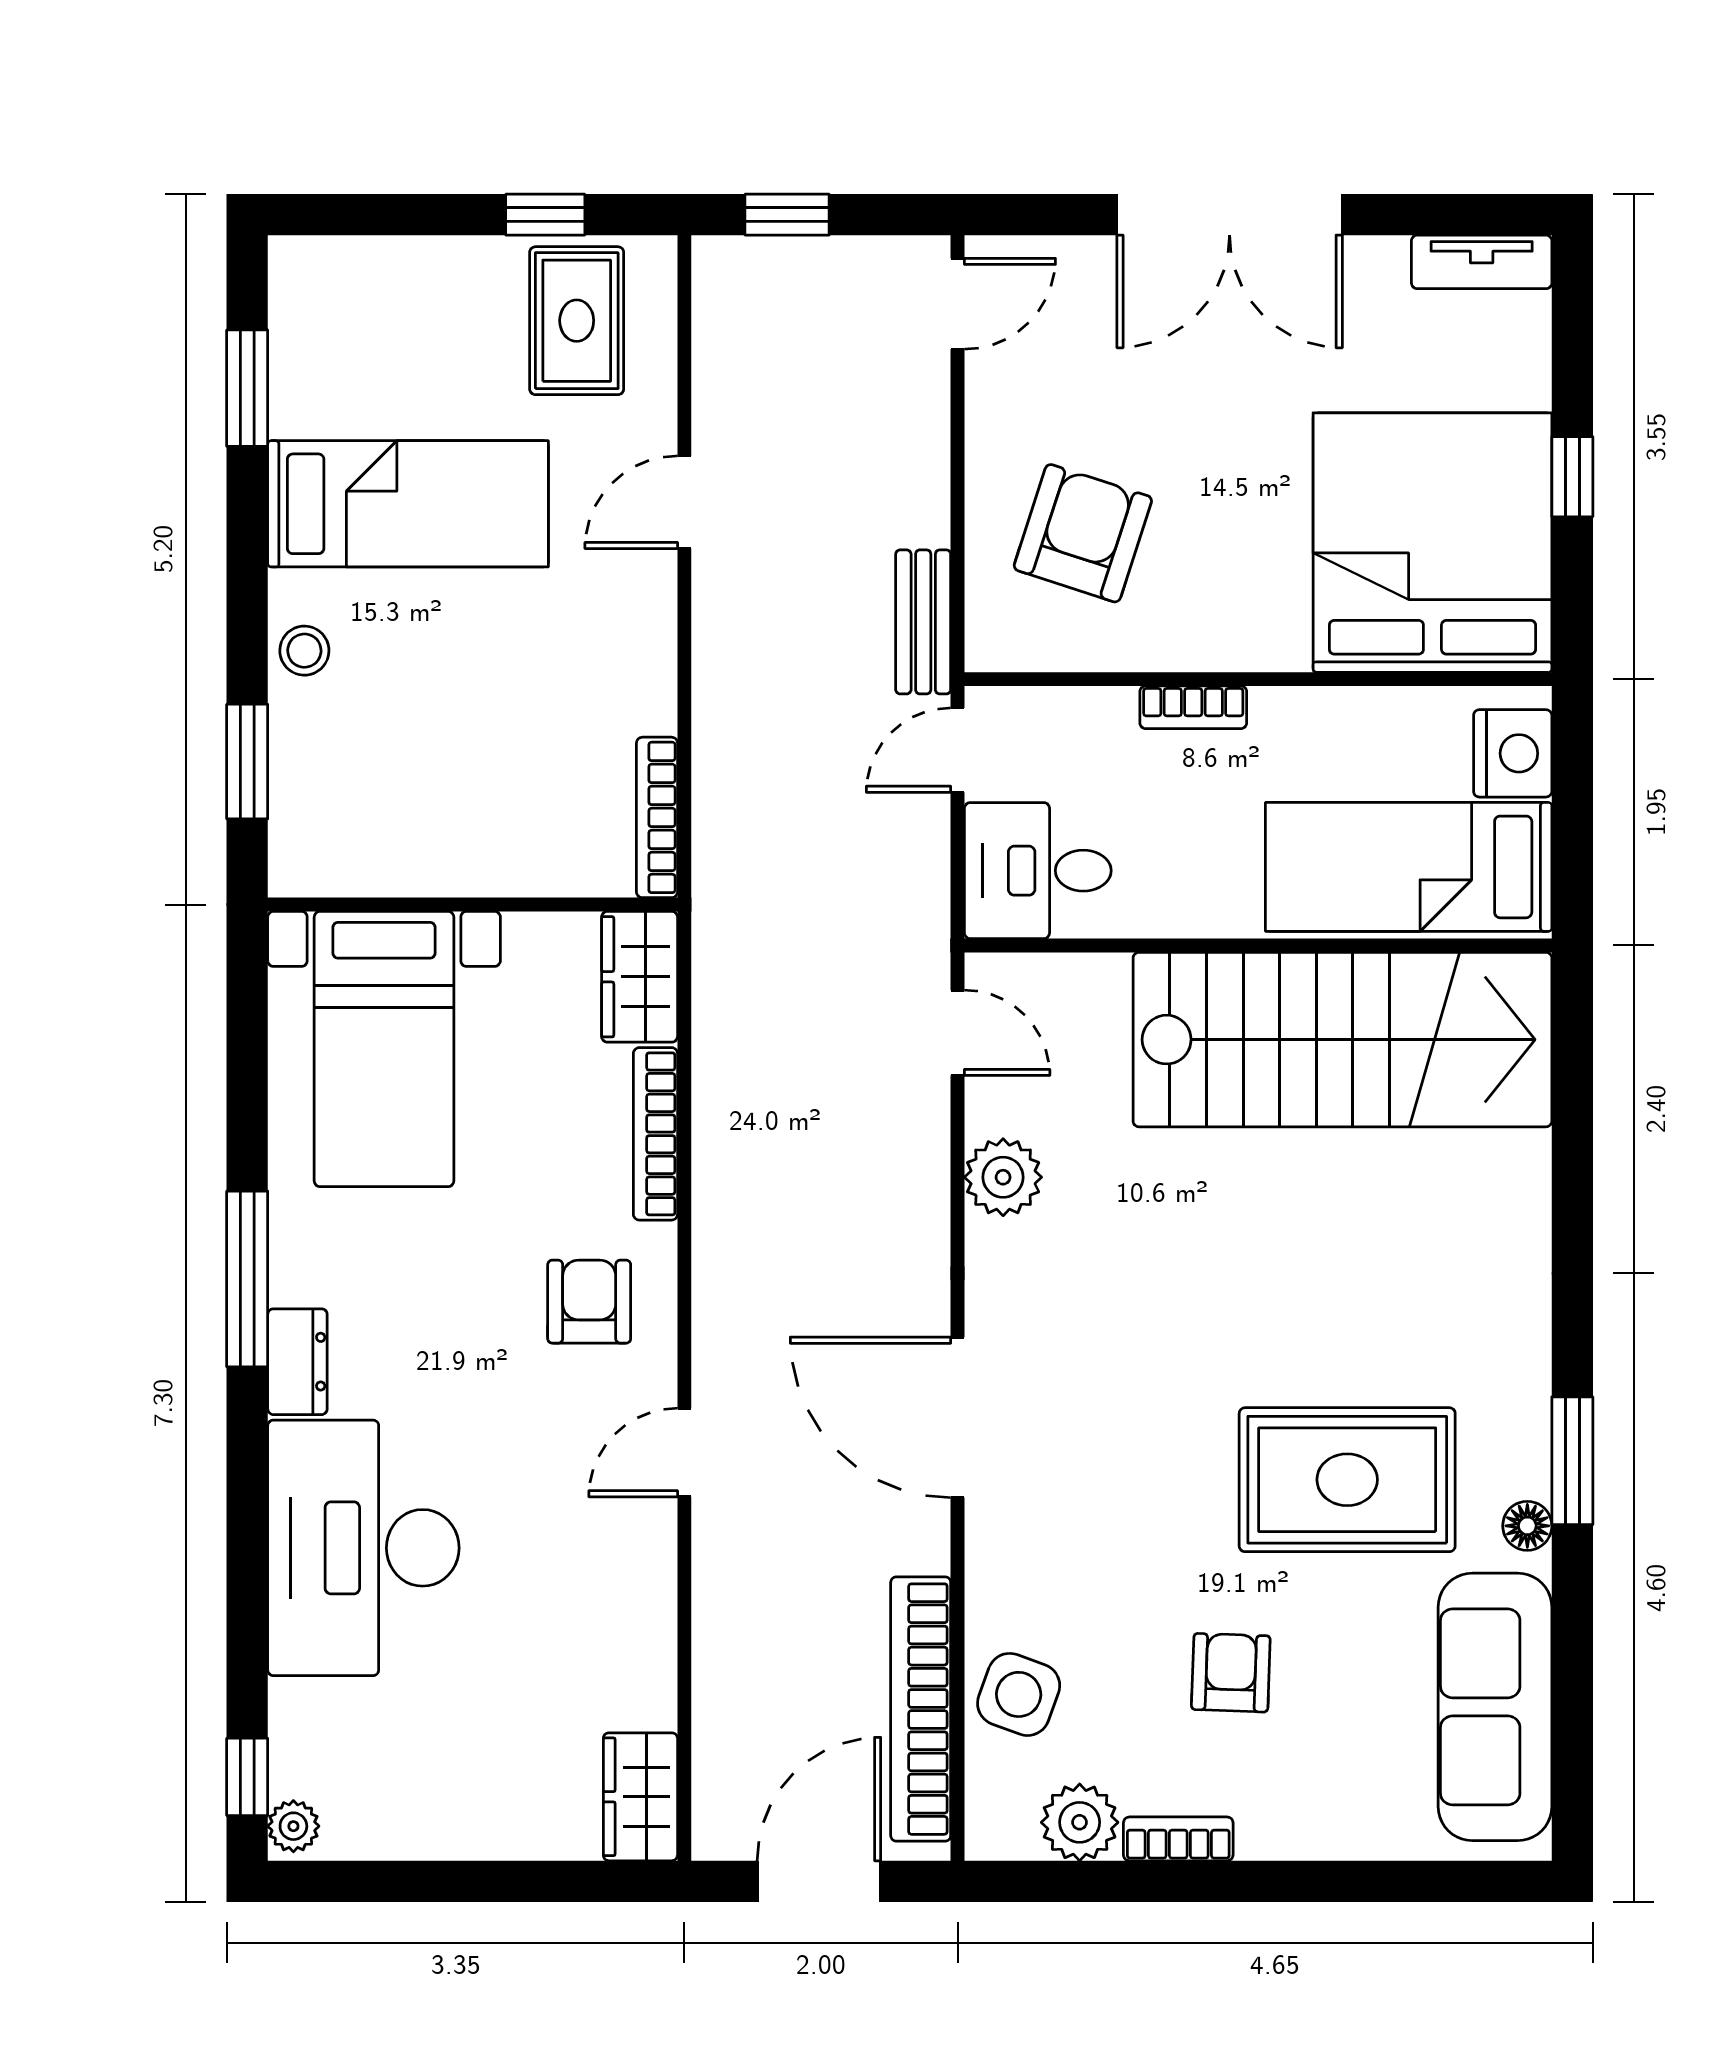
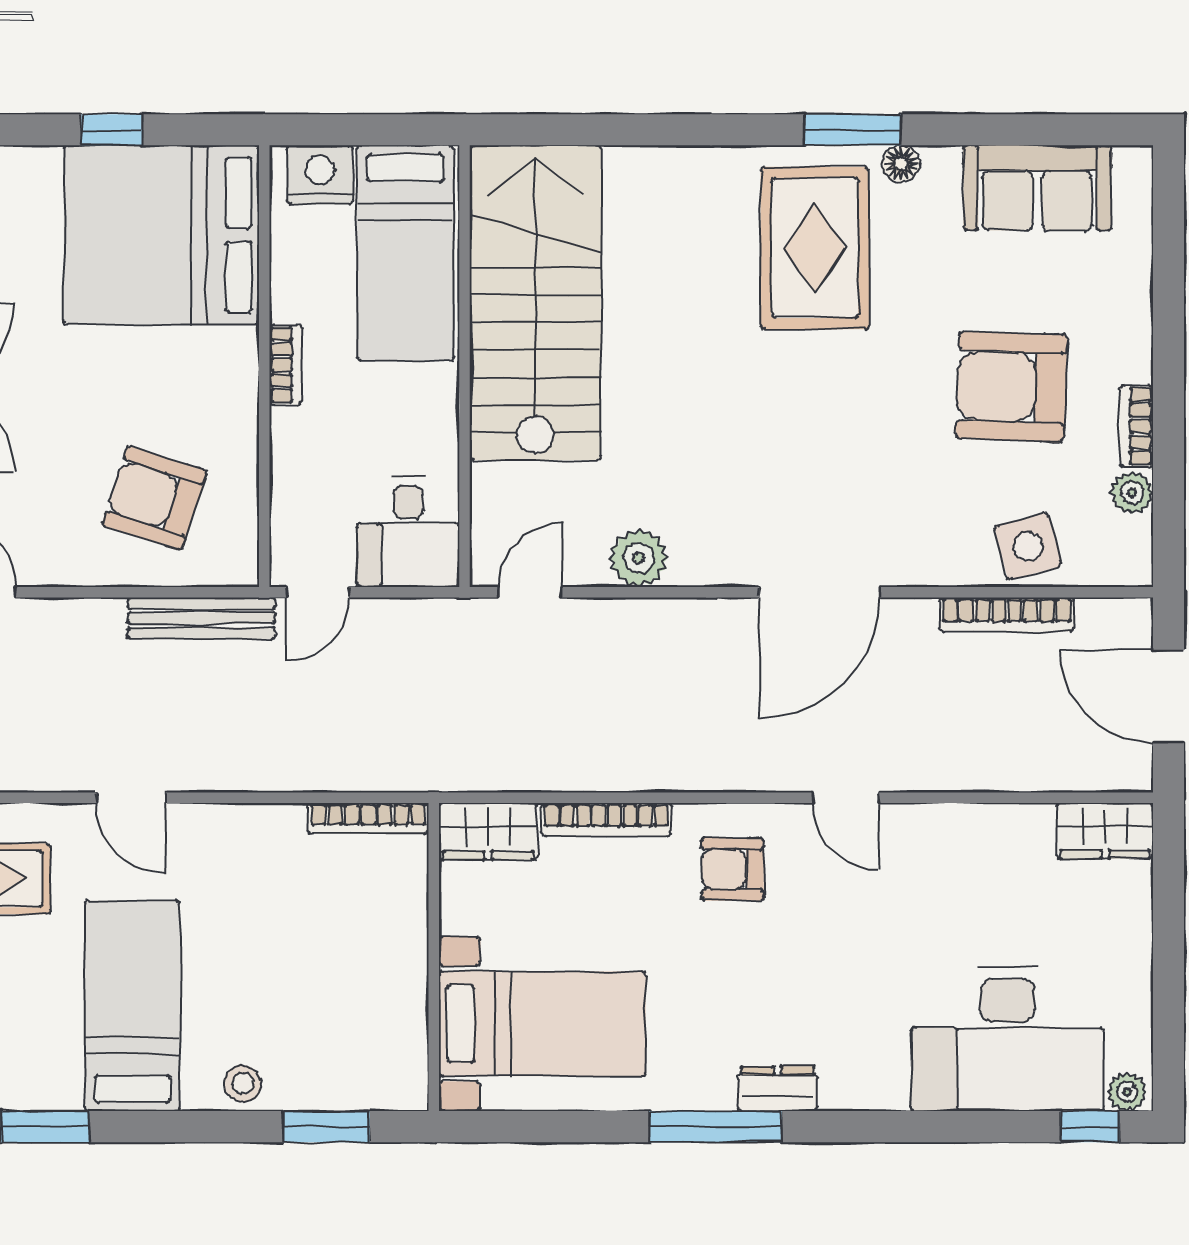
bench: (923, 622) -> (201, 618), width x1.36
bookcase: (1193, 707) -> (285, 365), moved
door: (958, 750) -> (318, 592), hinge flipped
rug: (1347, 1480) -> (815, 248), moved
desk: (363, 1548) -> (1007, 1039), moved
armchair: (1231, 1673) -> (1012, 387), width x1.88, depth x1.88
side table: (1019, 1694) -> (1028, 546), turned -35
sofa: (1495, 1707) -> (1037, 188), width x0.73
bookcase: (921, 1709) -> (1007, 615), width x0.68, depth x0.76
plant: (1080, 1822) -> (1132, 493), width x0.73, depth x0.73

